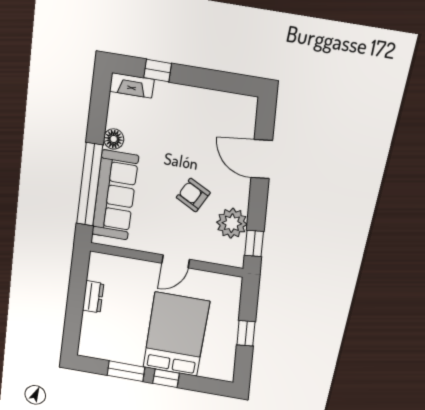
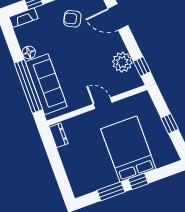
armchair: (193, 195) -> (72, 19), moved
door: (176, 261) -> (103, 103), swing flipped
dresser: (93, 297) -> (59, 135), moved

